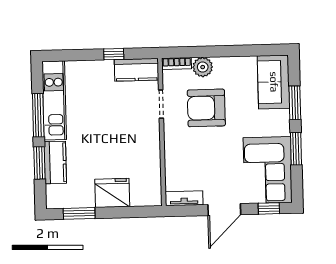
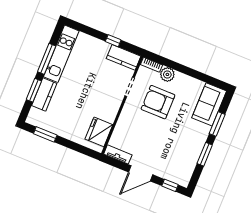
corner sofa: (268, 170) -> (180, 160), removed
fridge: (112, 193) -> (99, 132), moved, turned -90

